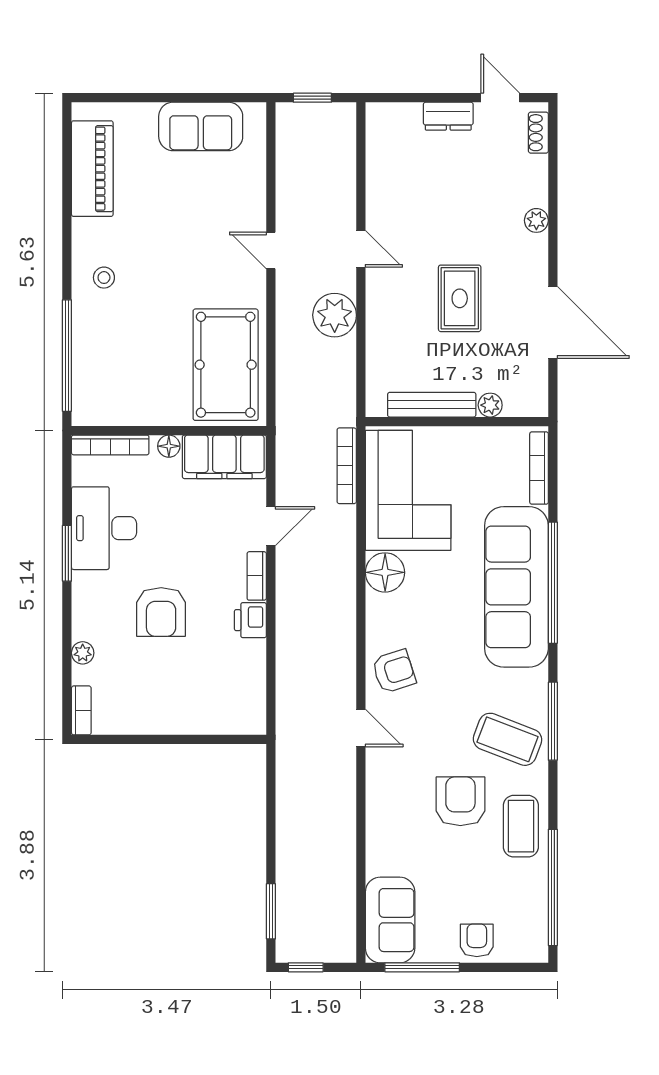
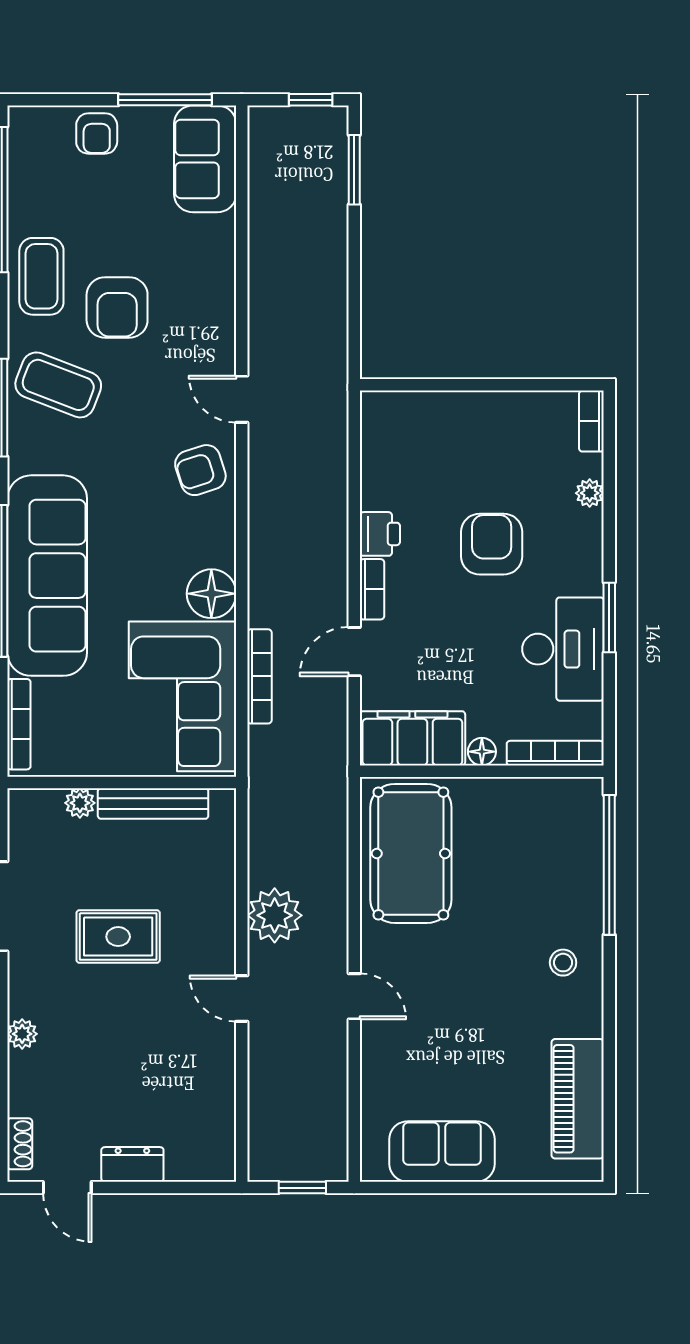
rug: (460, 298) -> (118, 937), turned 90
bookcase: (347, 466) -> (259, 676), moved

